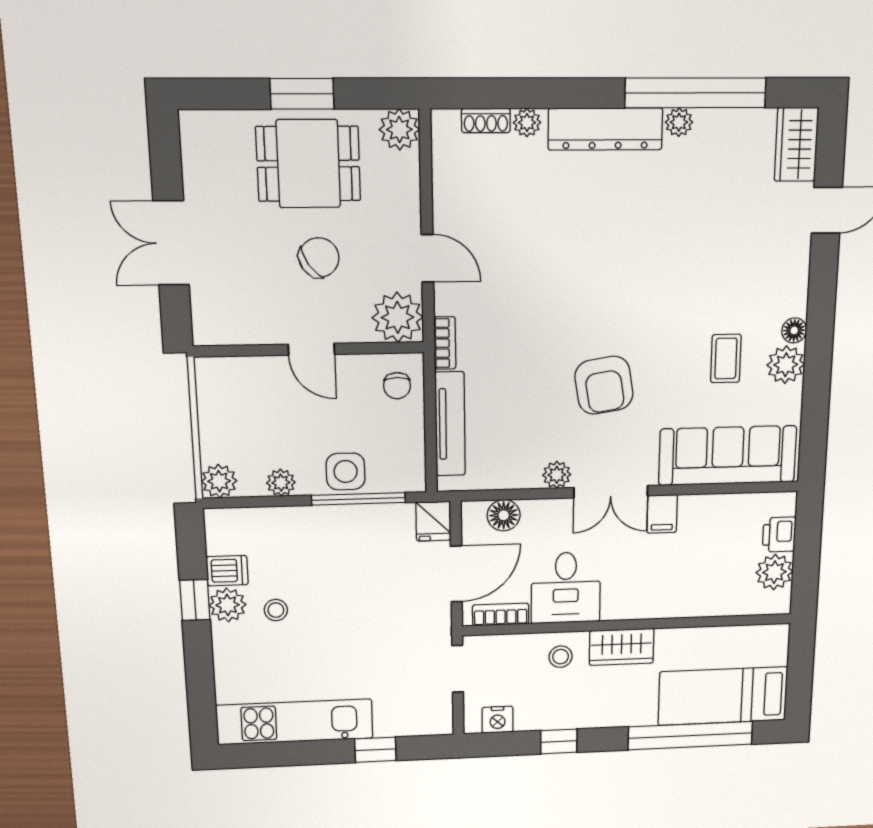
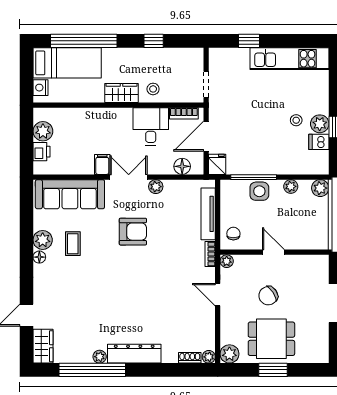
plant: (527, 123) -> (209, 357), moved
plant: (398, 317) -> (227, 261), width x0.53, depth x0.53
armchair: (604, 385) -> (133, 232), turned 99
nightstand: (498, 720) -> (40, 88), moved, turned -90

